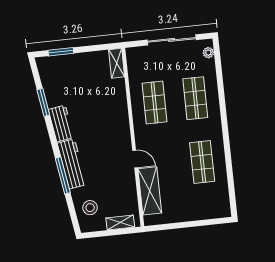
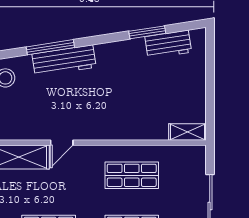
window: (61, 52) -> (210, 62), removed
workbench: (61, 123) -> (168, 44), moved

